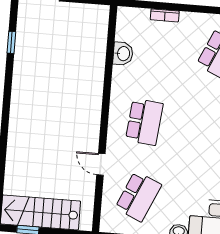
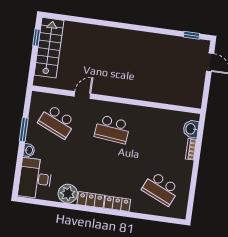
window: (11, 42) -> (192, 35), moved
washbasin: (123, 54) -> (191, 129), moved, turned 90

